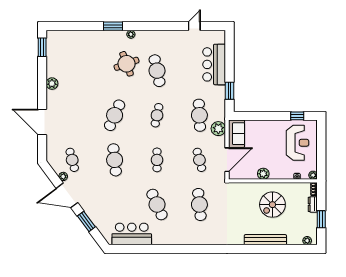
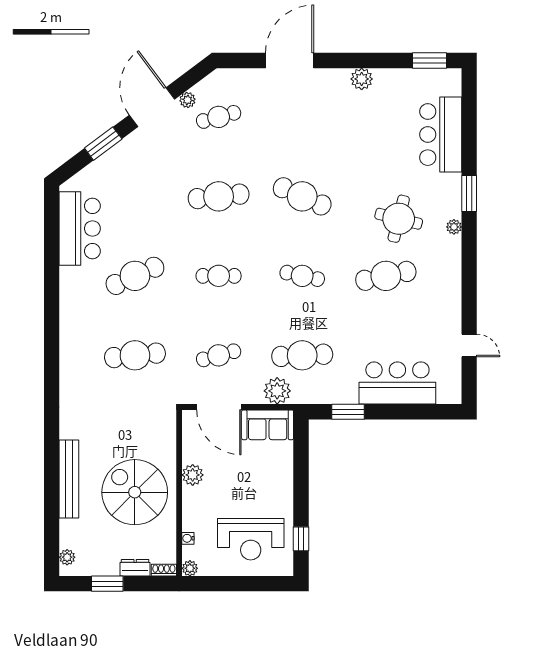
bar counter: (82, 41) -> (441, 135), added
round table: (127, 64) -> (399, 219), turned 34
spiral stairs: (272, 205) -> (135, 492), width x1.37, depth x1.37

